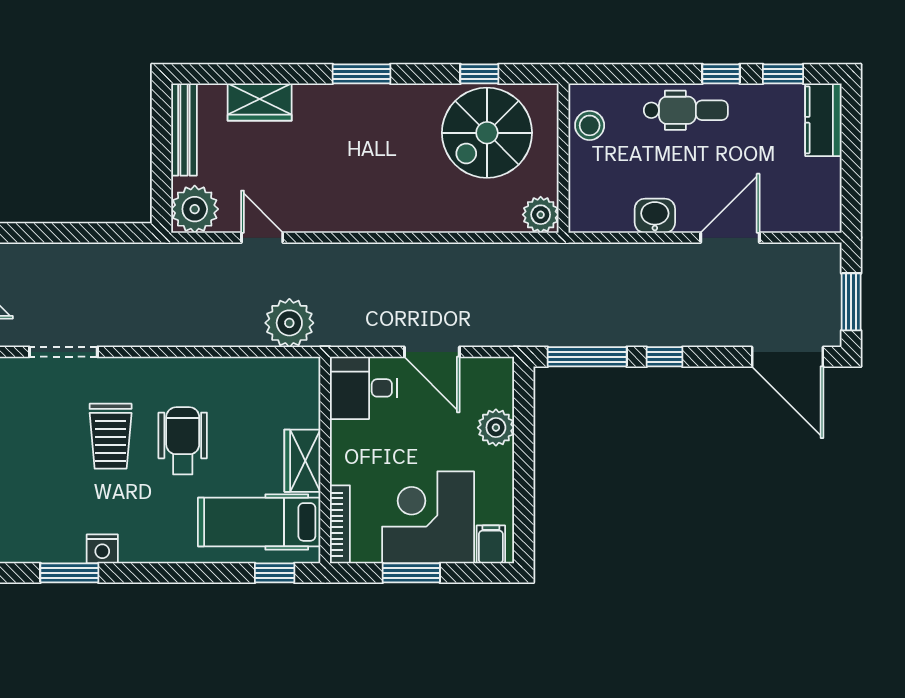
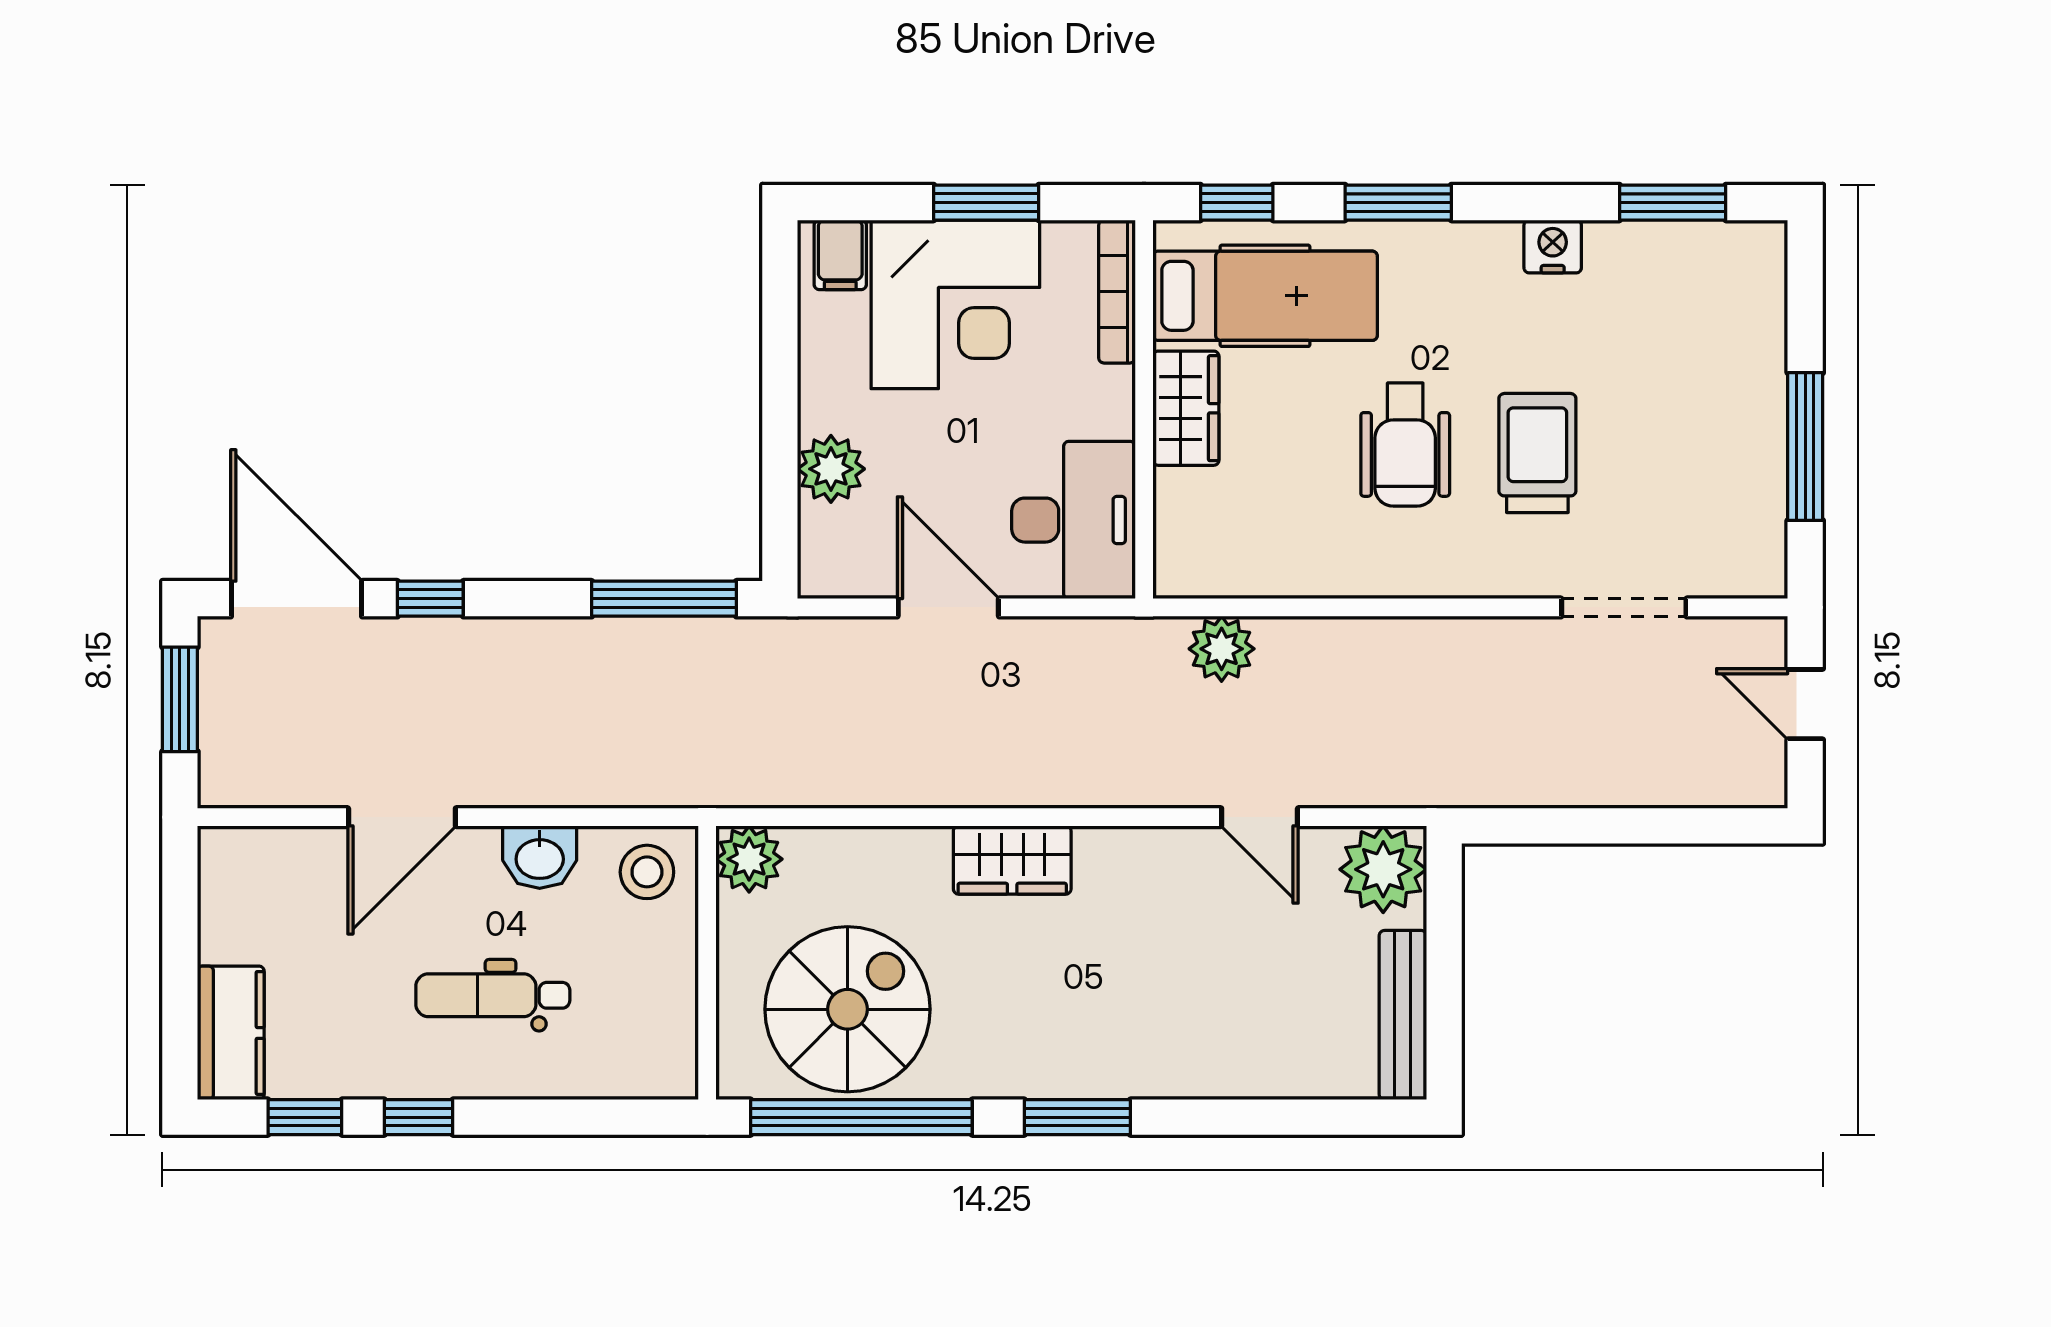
window: (479, 74) -> (861, 1117), width x3.17
wardrobe: (260, 102) -> (1012, 860), moved, turned 180
dental chair: (686, 110) -> (493, 995), moved
stool: (590, 125) -> (647, 872), moved
plant: (289, 323) -> (1222, 649), width x0.73, depth x0.73
window: (664, 357) -> (430, 599), moved
desk: (364, 388) -> (1074, 520), width x1.37
window: (69, 573) -> (1673, 203), moved
window: (187, 573) -> (1398, 203), added

